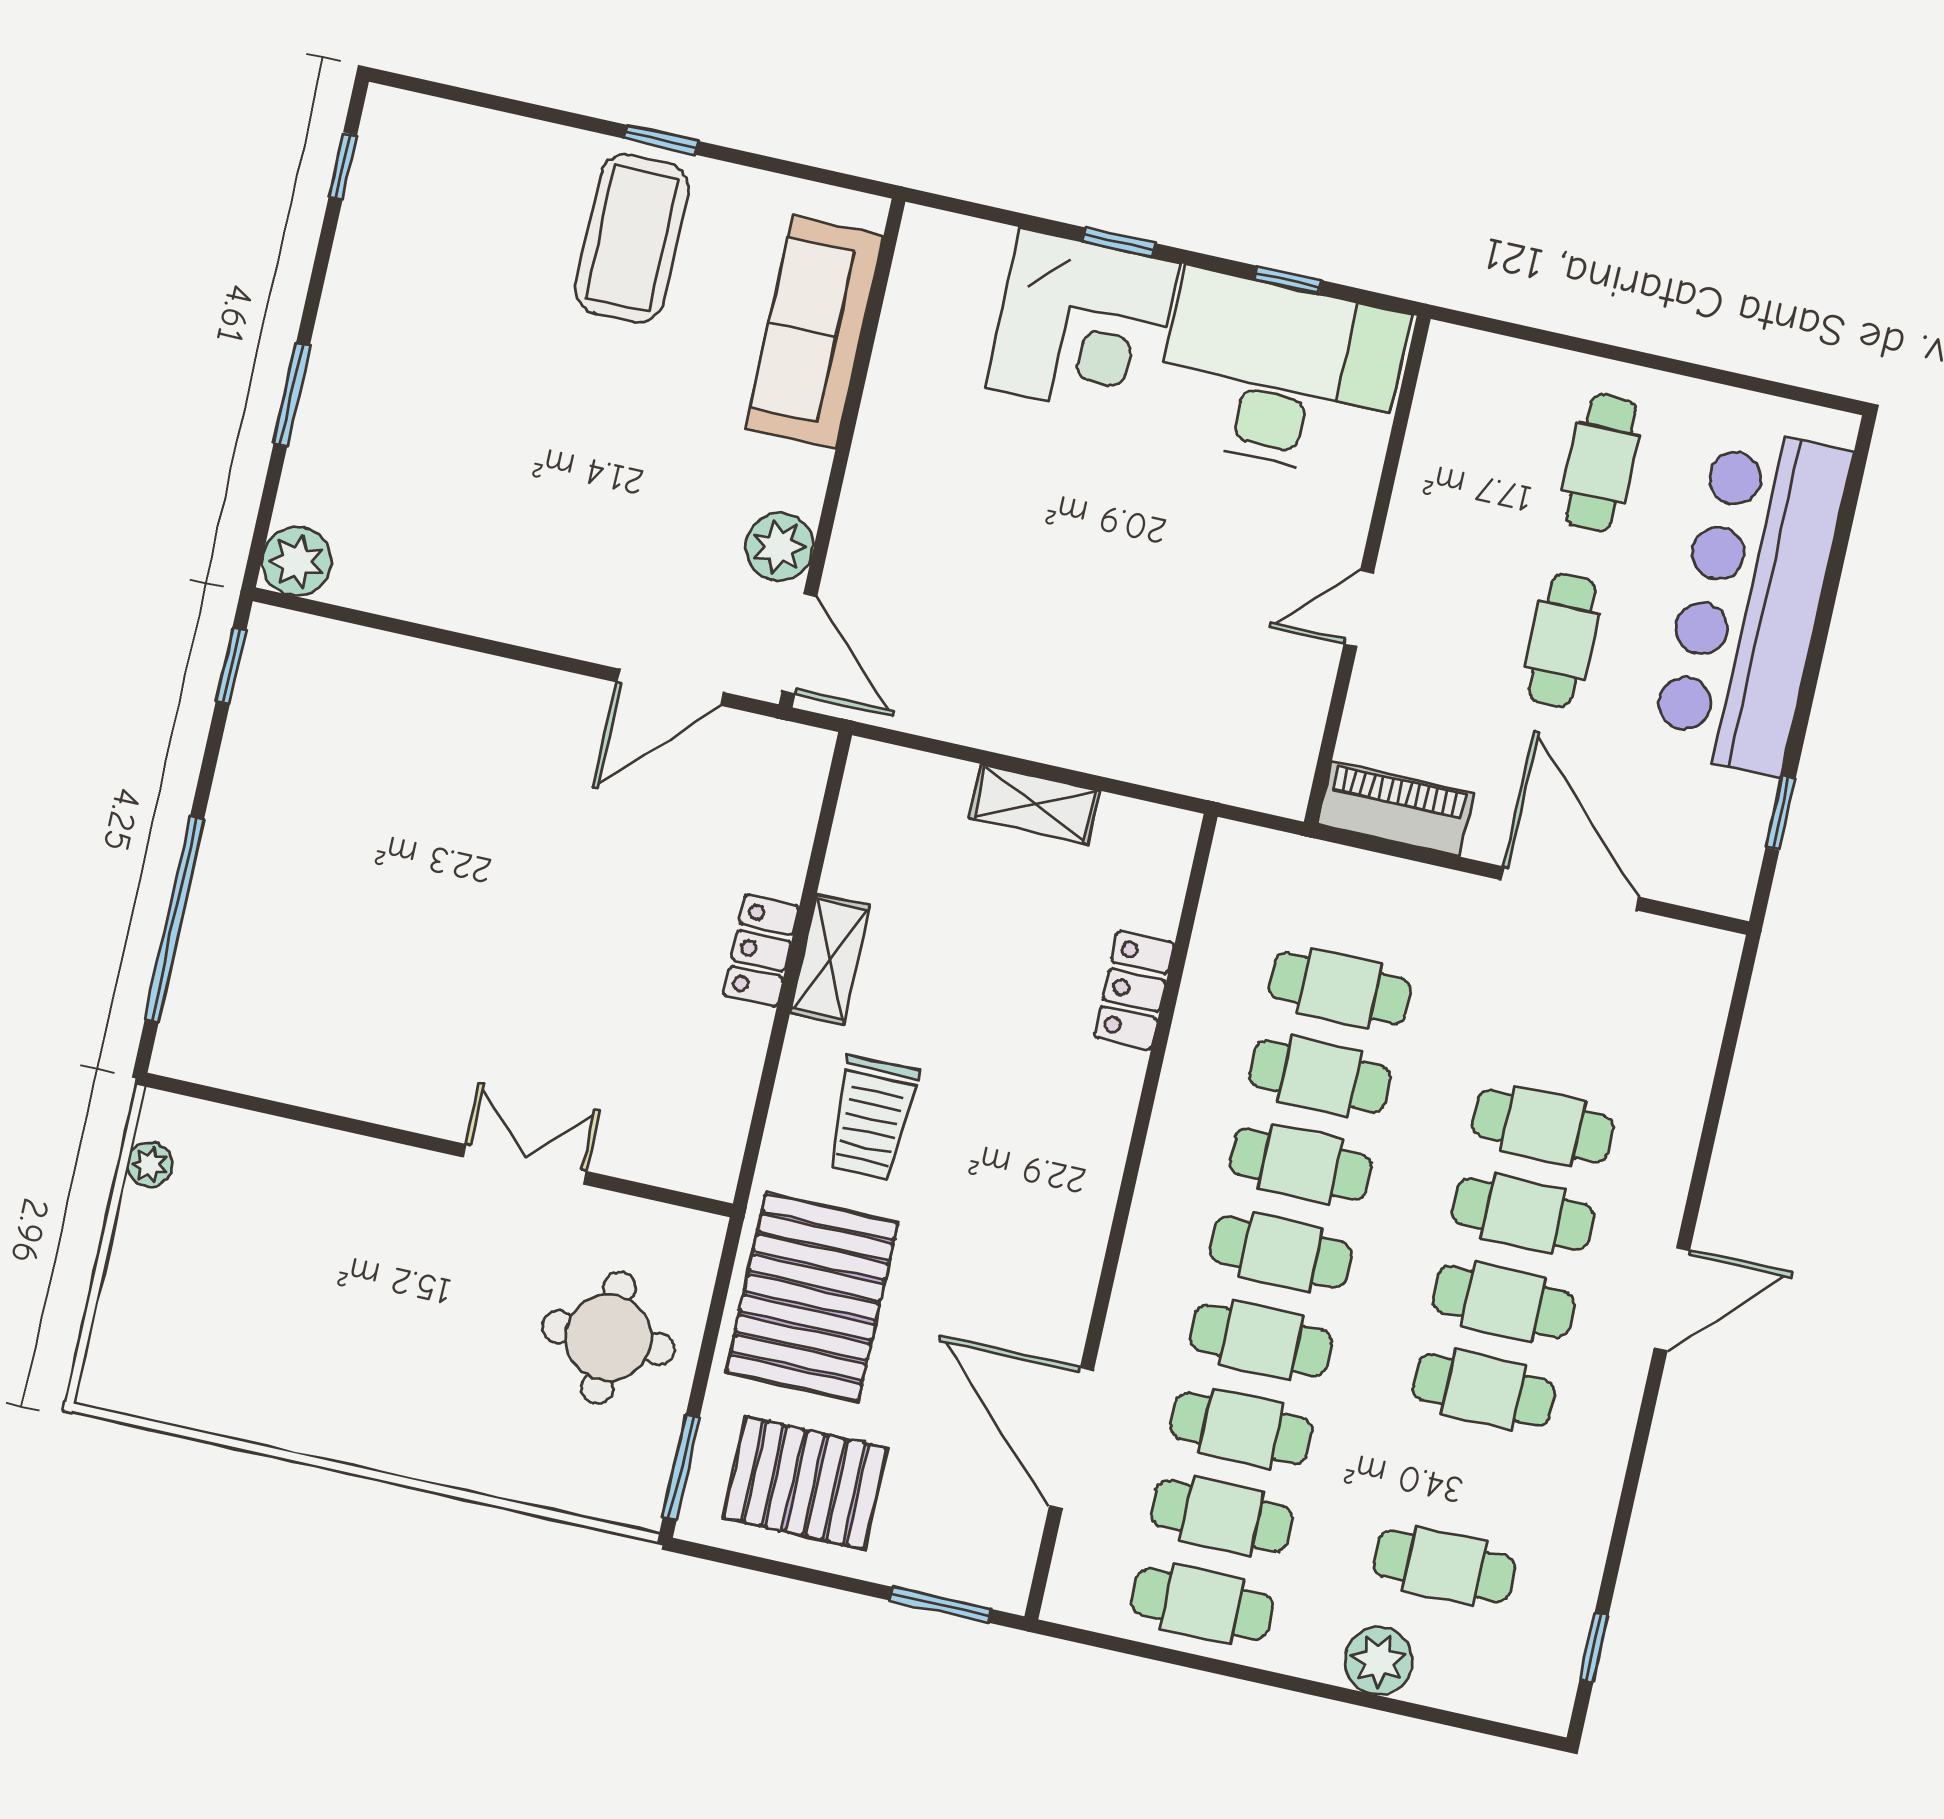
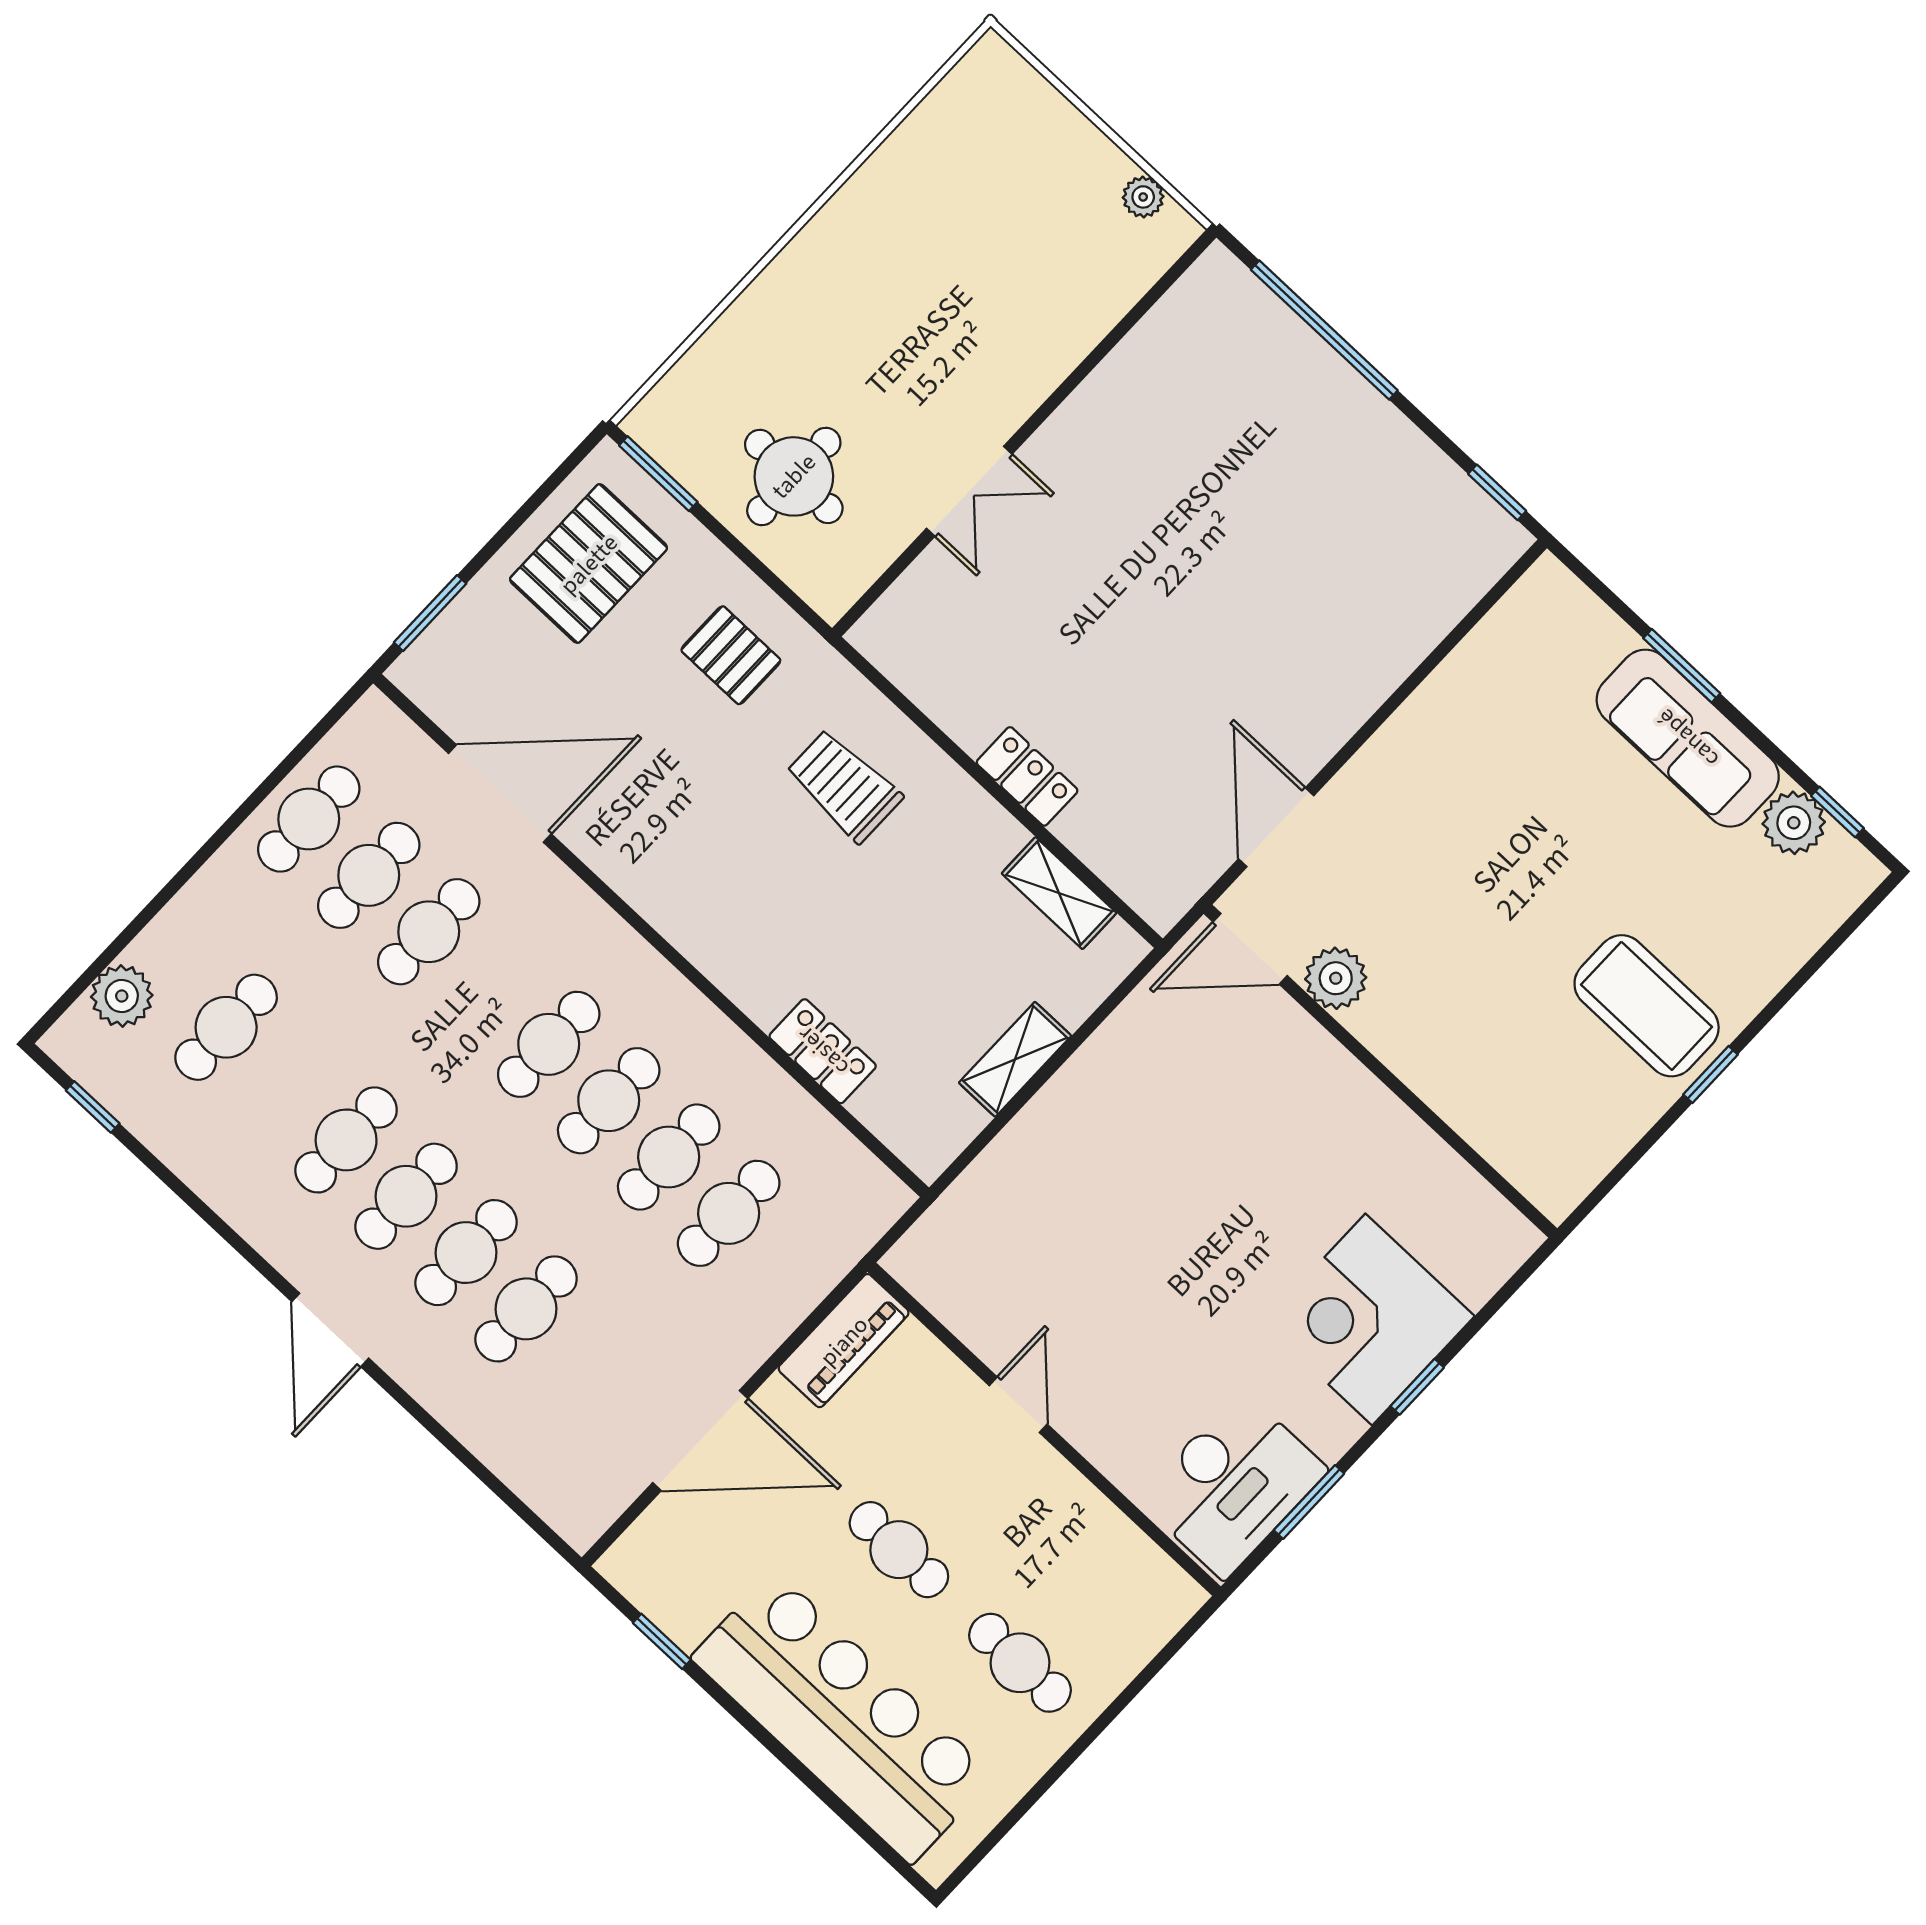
window: (1288, 280) -> (1309, 1502), width x1.50
sofa: (814, 332) -> (1688, 738), moved, turned 180
desk: (1280, 374) -> (1233, 1485), width x0.73, depth x0.77
plant: (297, 561) -> (1794, 823), moved
shelving: (830, 959) -> (1059, 893), moved
pallet: (812, 1297) -> (731, 655), width x0.49, depth x0.50
cafe table: (1261, 1340) -> (489, 988), removed
plant: (1378, 1661) -> (122, 996), moved

